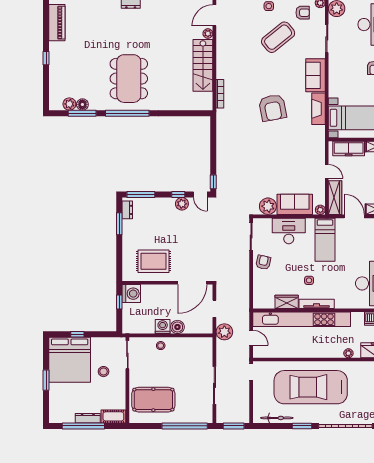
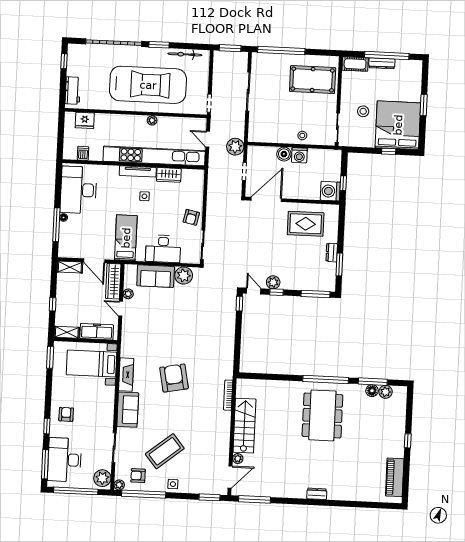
dresser: (127, 210) -> (332, 253), moved
plant: (320, 210) -> (128, 294), moved
plant: (348, 353) -> (152, 120), moved

